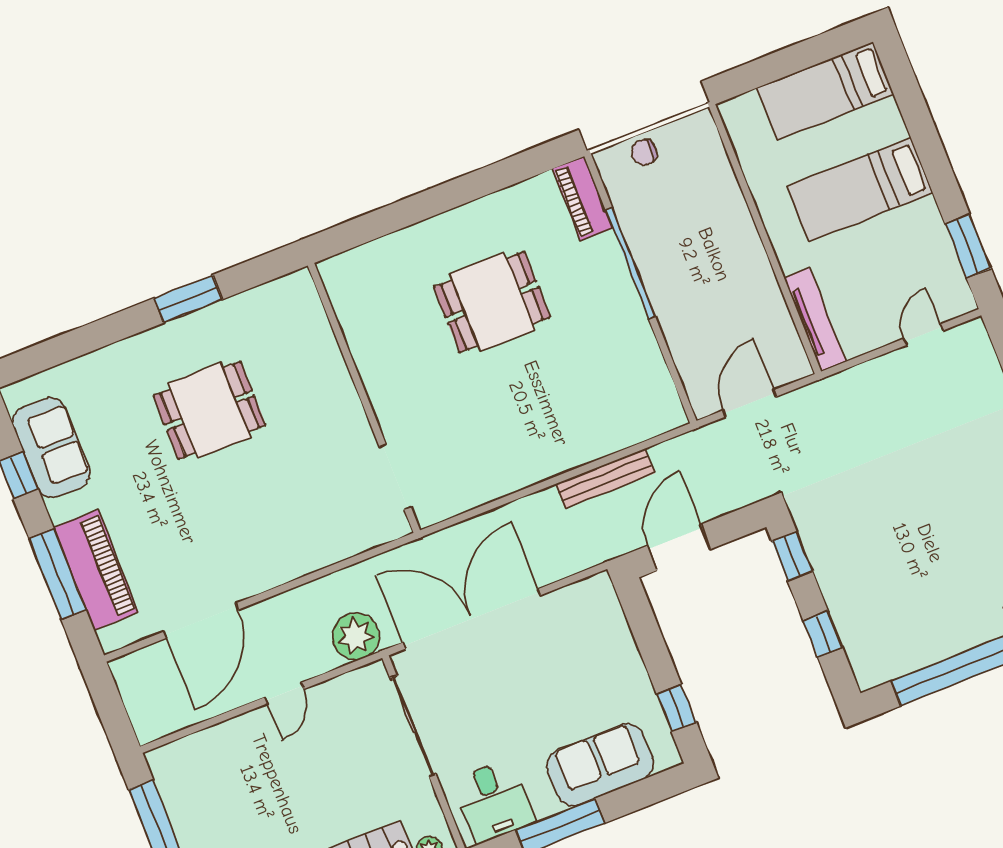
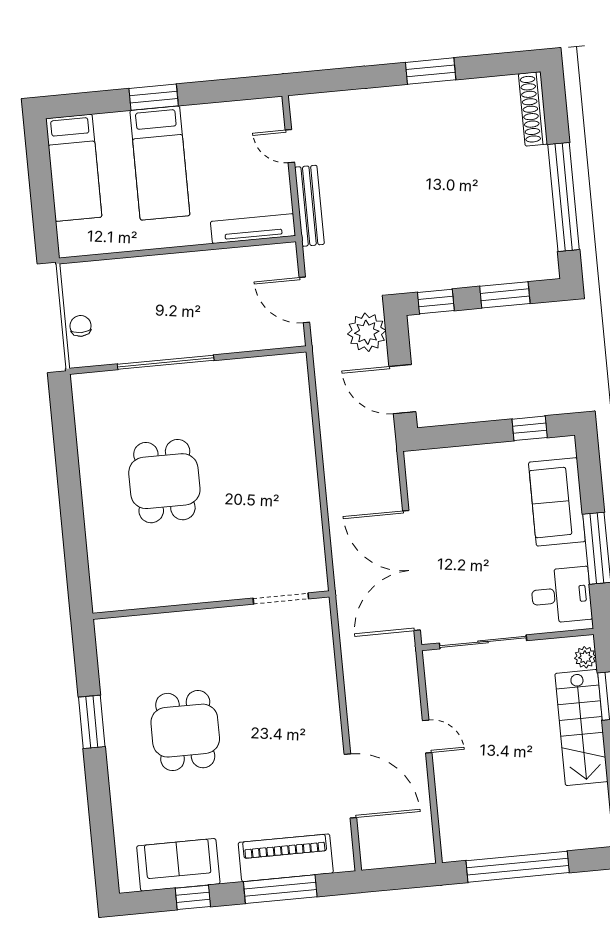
chair: (644, 152) -> (81, 326), turned 180
piano: (583, 199) -> (103, 385), removed
window: (968, 246) -> (154, 97), moved
bench: (605, 479) -> (309, 206), moved
window: (823, 634) -> (505, 295), width x1.50
plant: (356, 636) -> (367, 332), moved

